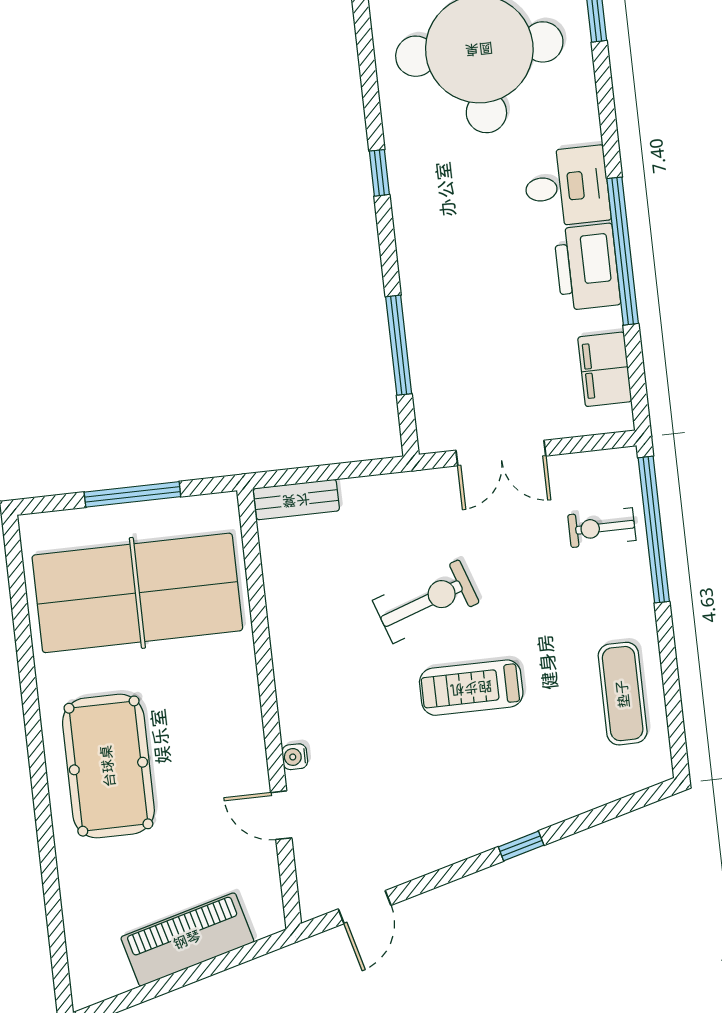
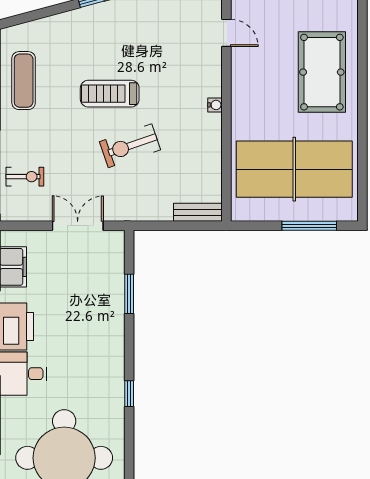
window: (399, 345) -> (129, 294), width x0.69
window: (132, 494) -> (309, 226), moved
treadmill: (471, 688) -> (110, 94), turned 180
water cooler: (295, 757) -> (215, 105), moved

